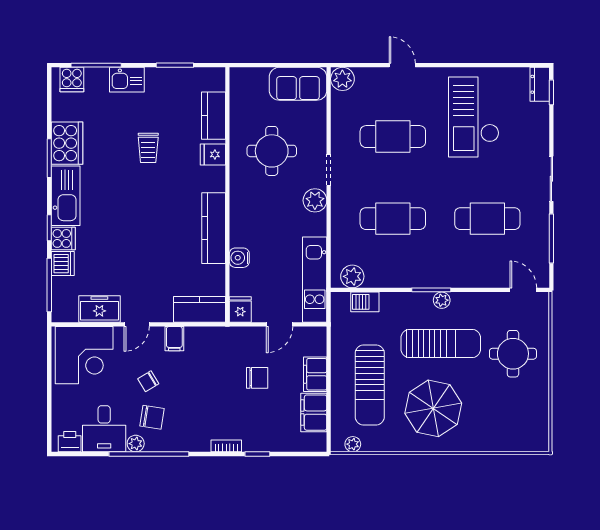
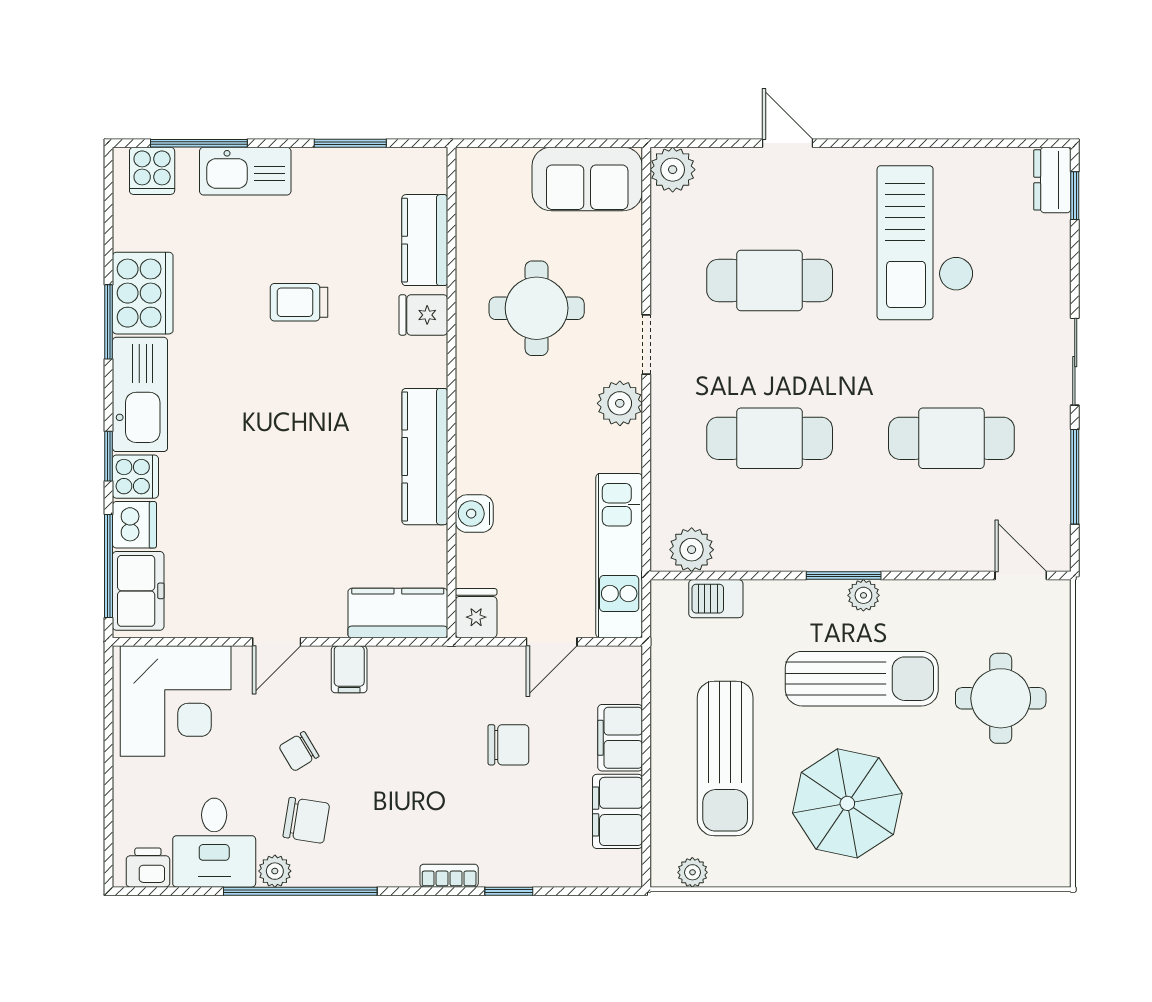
kitchen sink: (127, 80) -> (245, 171), width x1.38
trolley: (148, 148) -> (299, 302), turned 90
freezer: (99, 309) -> (138, 591), moved, turned 90

